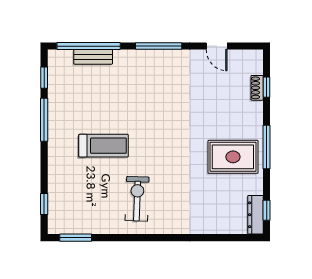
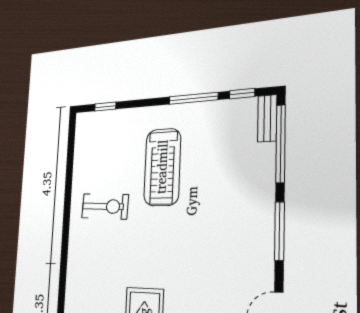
bench: (93, 57) -> (267, 118), moved
treadmill: (104, 146) -> (162, 167), width x1.37, depth x1.38
window: (76, 238) -> (71, 142), removed

